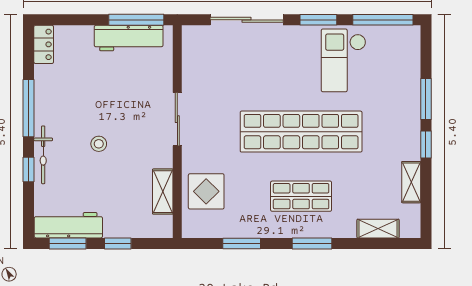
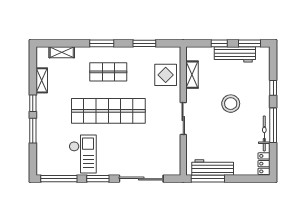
stool: (99, 144) -> (231, 104), width x1.89, depth x1.89
bicycle: (43, 155) -> (264, 133), moved
workbench: (68, 225) -> (235, 54), moved

